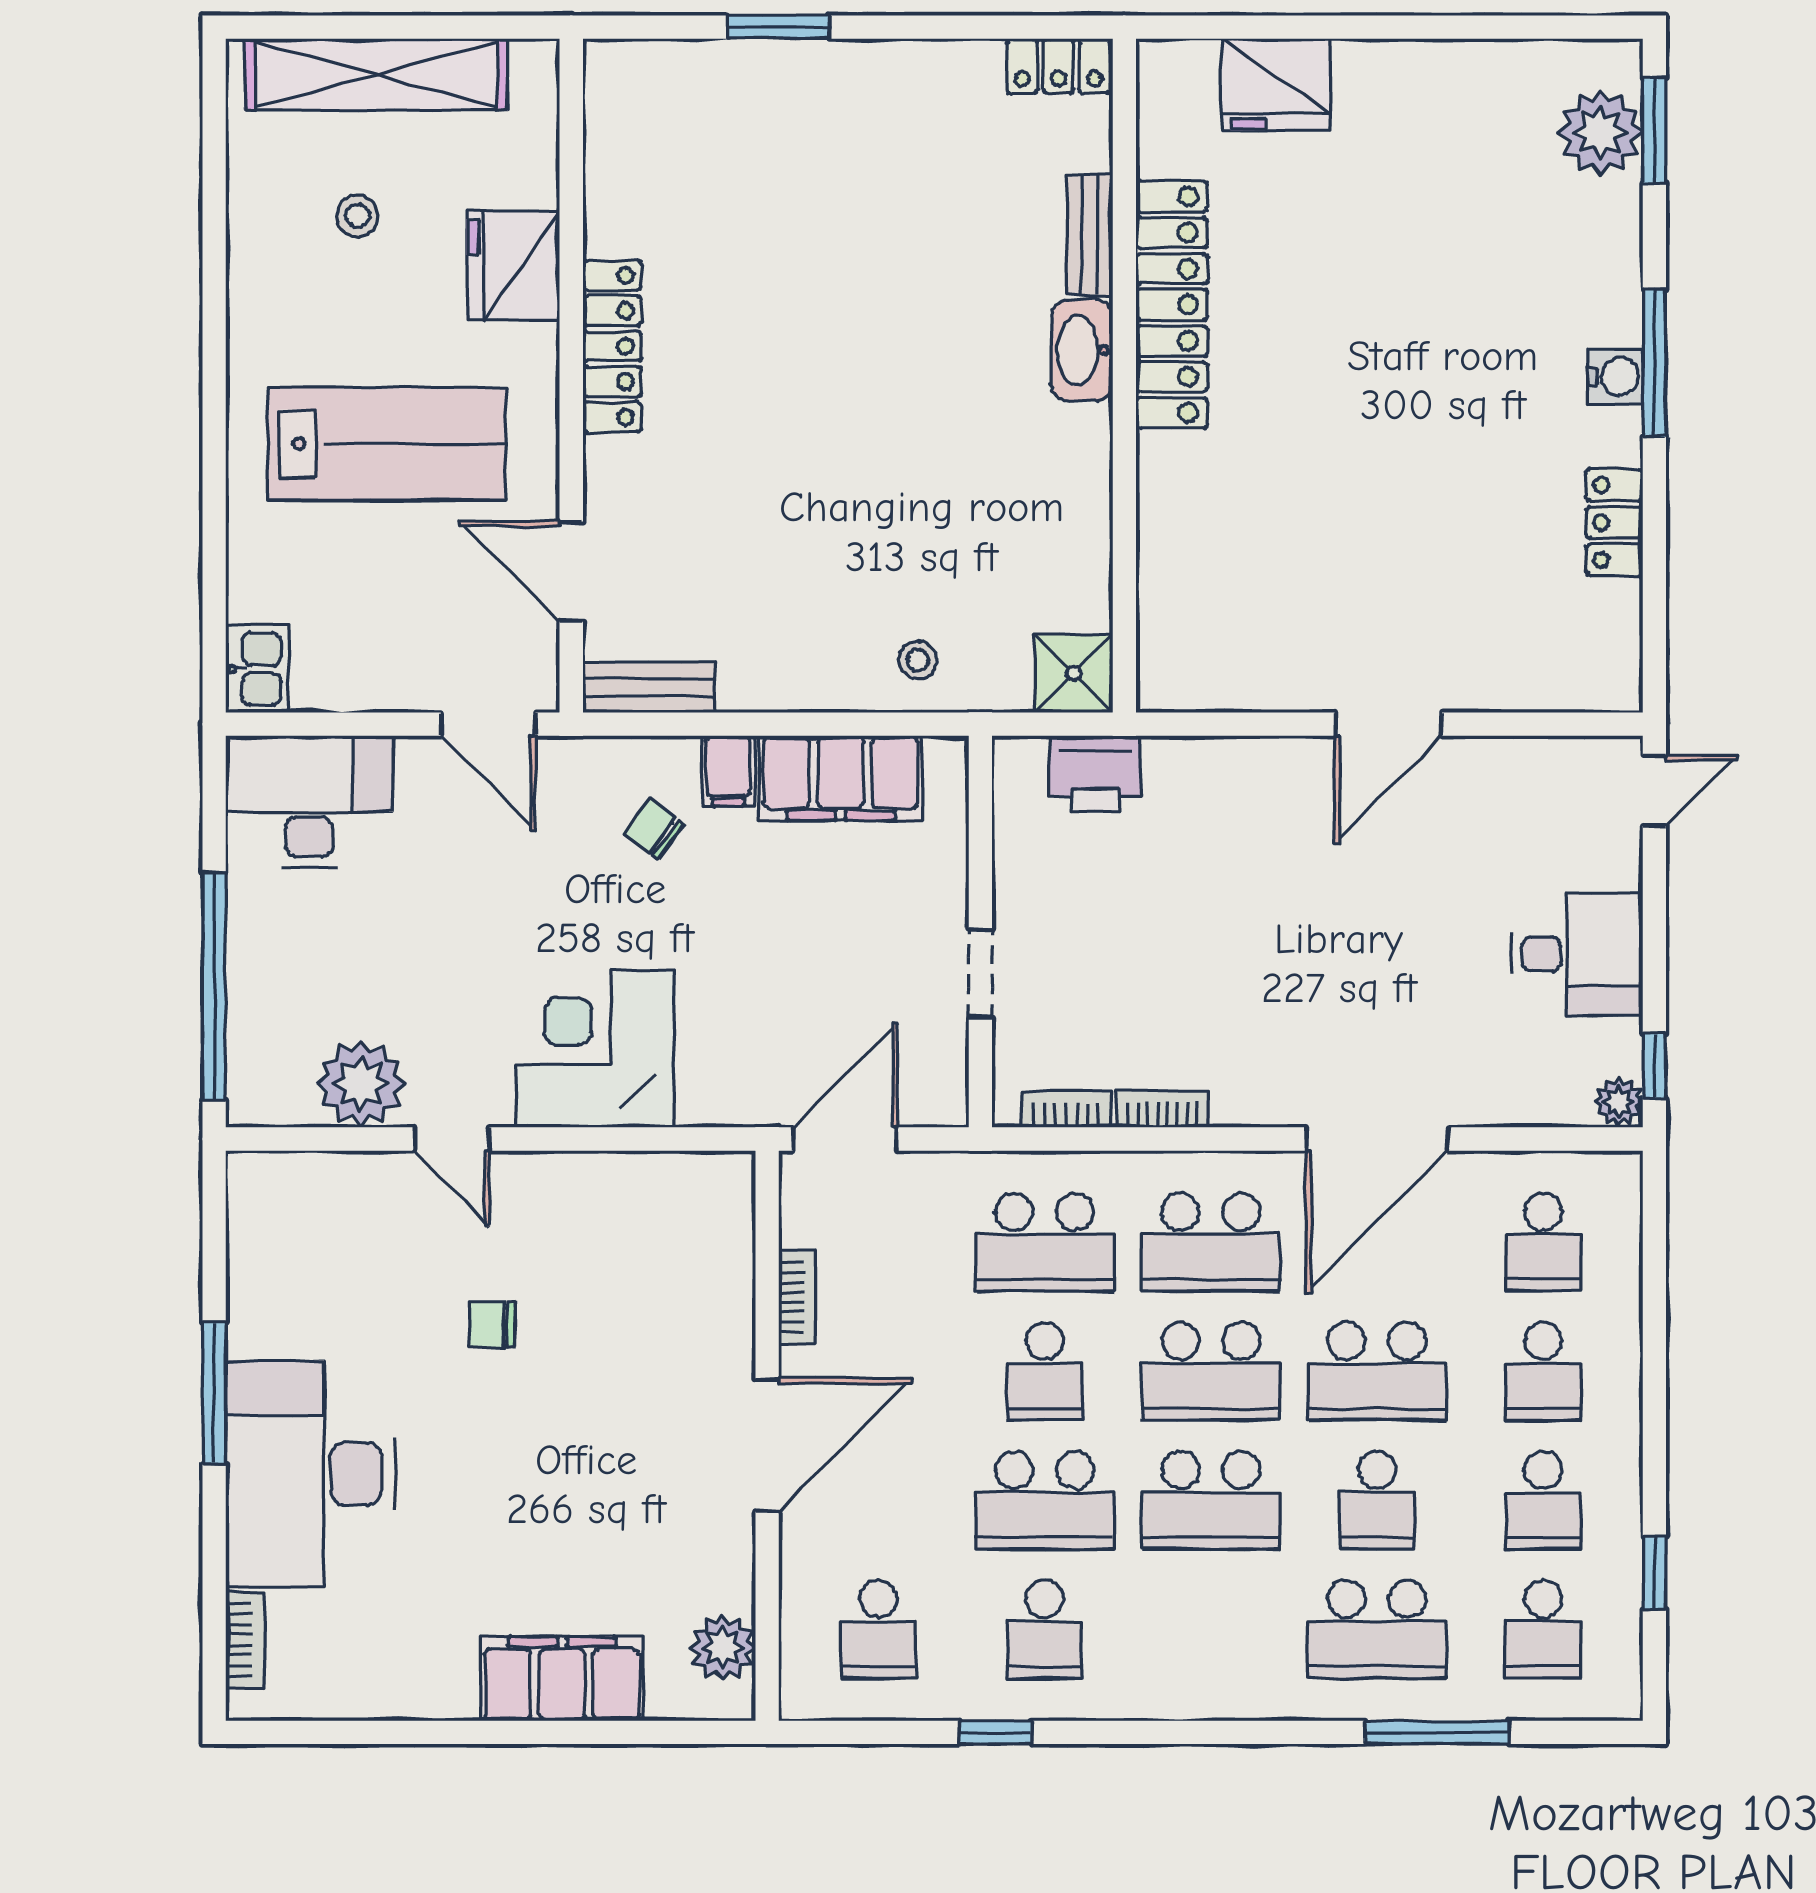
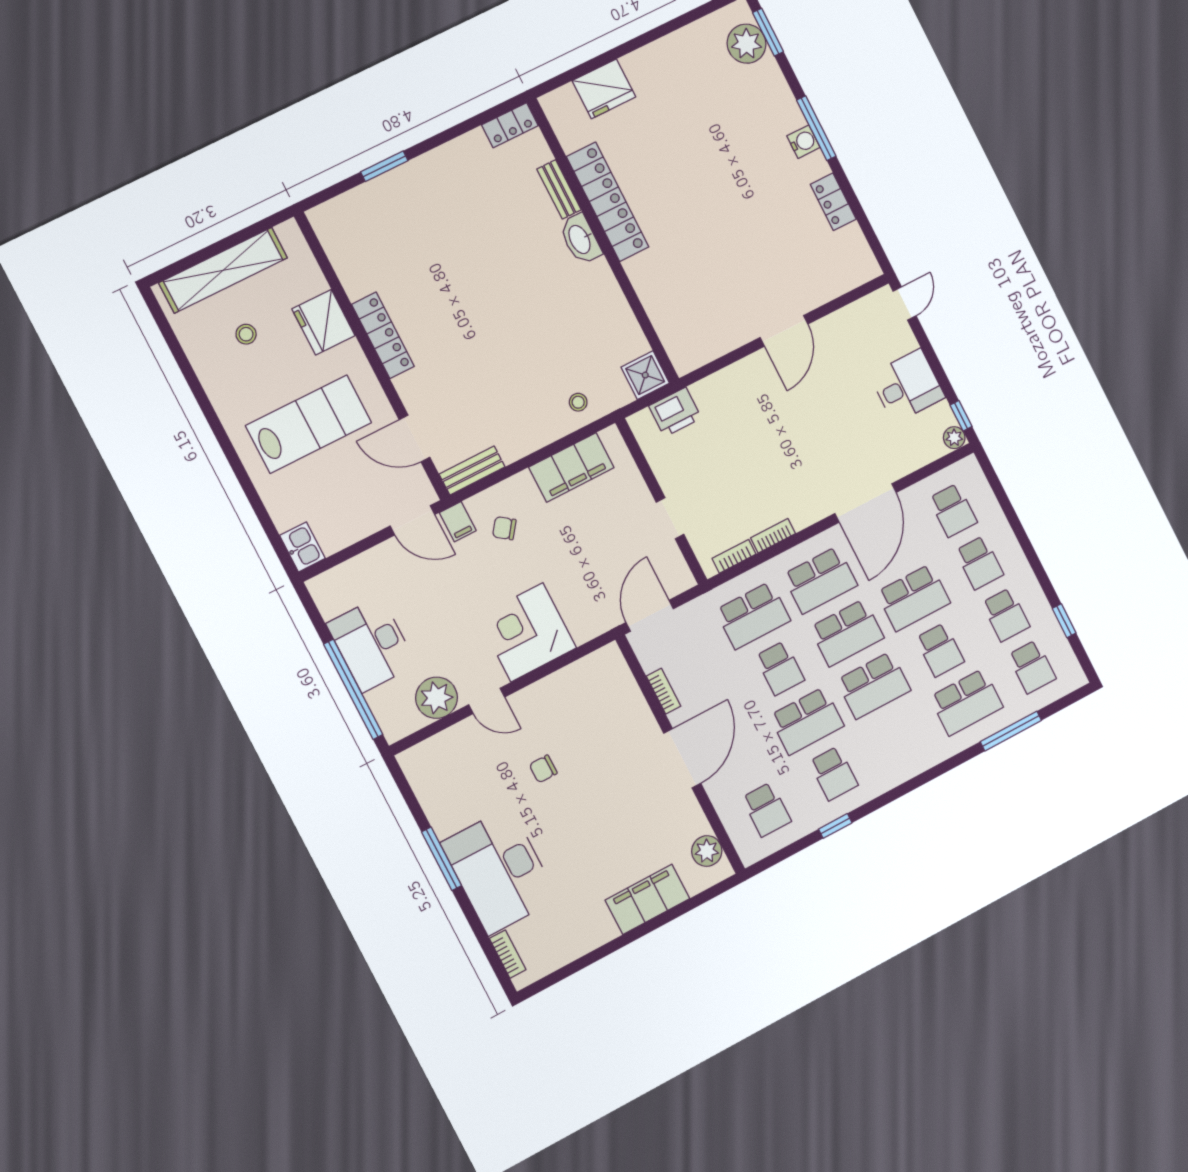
filing cabinet: (728, 771) -> (458, 522), moved
desk: (309, 801) -> (371, 644), moved, turned -90

